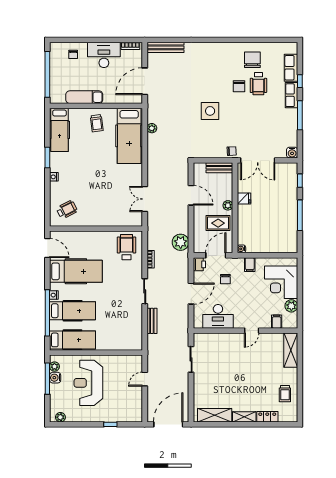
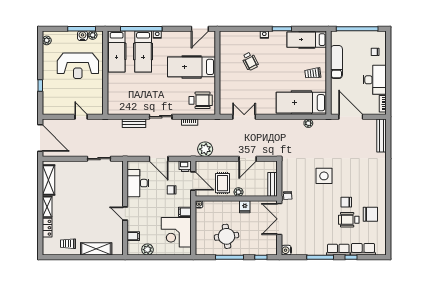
wheelchair: (67, 210) -> (250, 61), moved
round table: (277, 219) -> (226, 236), added
hospital bed: (76, 271) -> (192, 67), moved, turned 90
corner desk: (281, 282) -> (176, 232), moved, turned -90
shelving: (291, 350) -> (96, 249), moved
reception desk: (88, 383) -> (78, 66), turned 180

